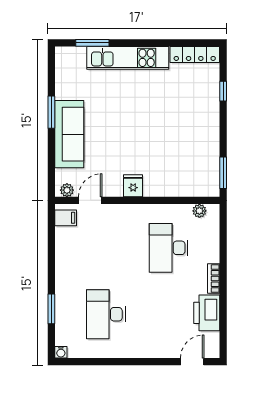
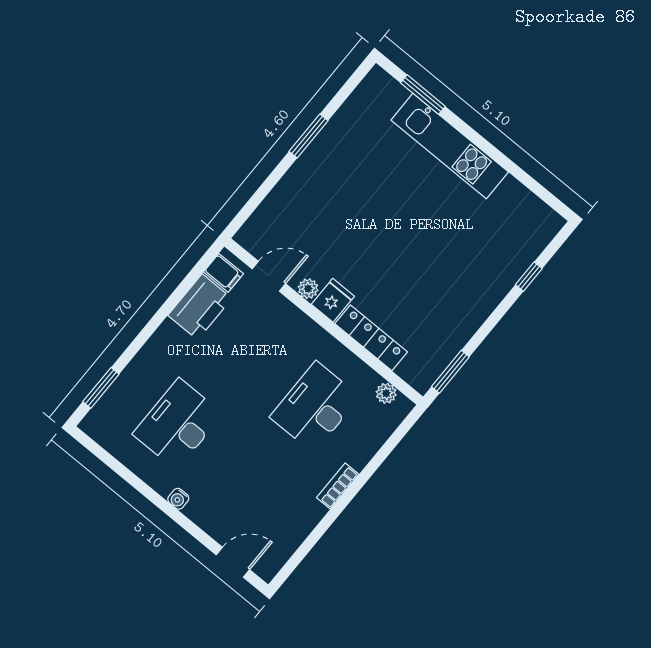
locker: (195, 54) -> (371, 338), moved, turned 180
sofa: (69, 134) -> (308, 179), removed
plant: (67, 190) -> (308, 289), moved
window: (51, 309) -> (101, 388), moved
printer: (207, 313) -> (200, 307), moved, turned 180
water cooler: (61, 352) -> (178, 499), moved

